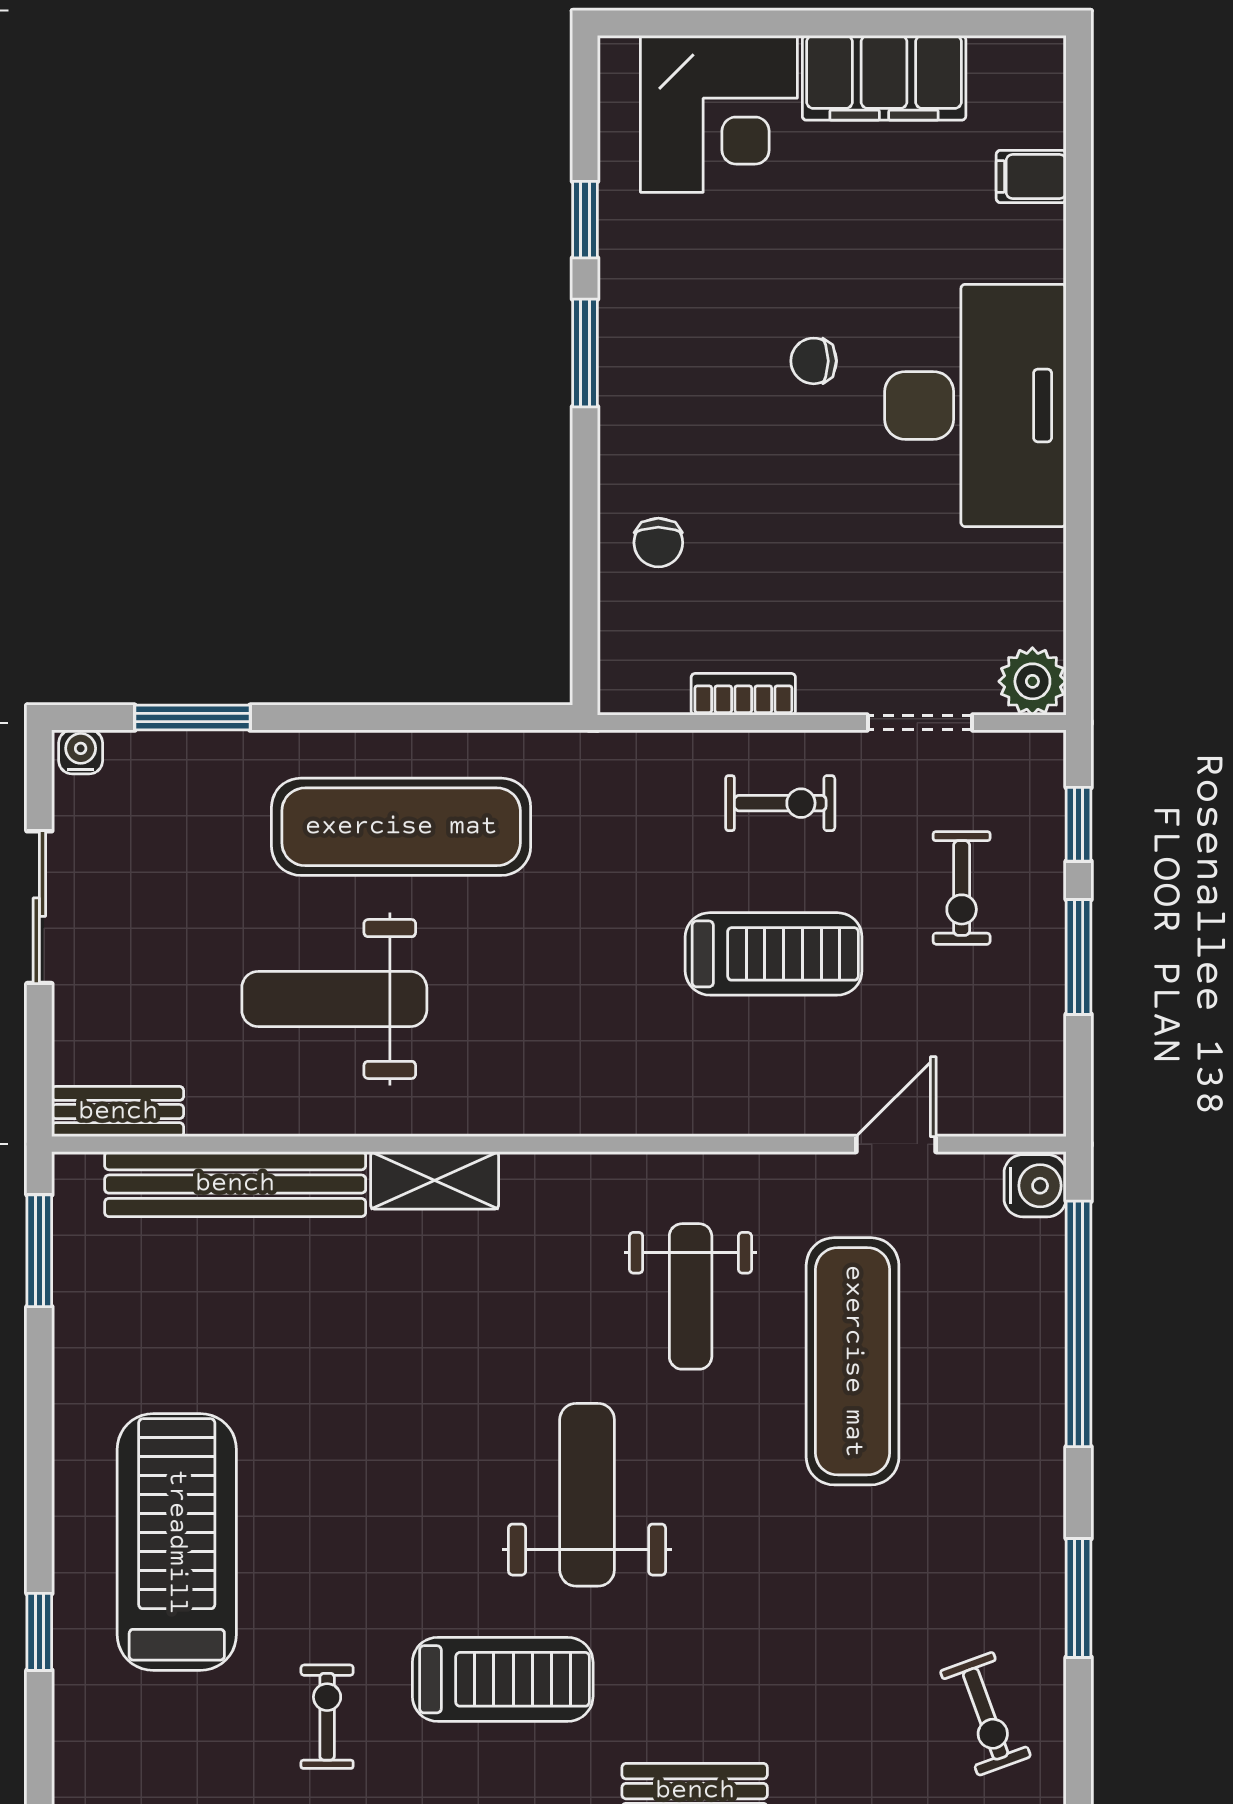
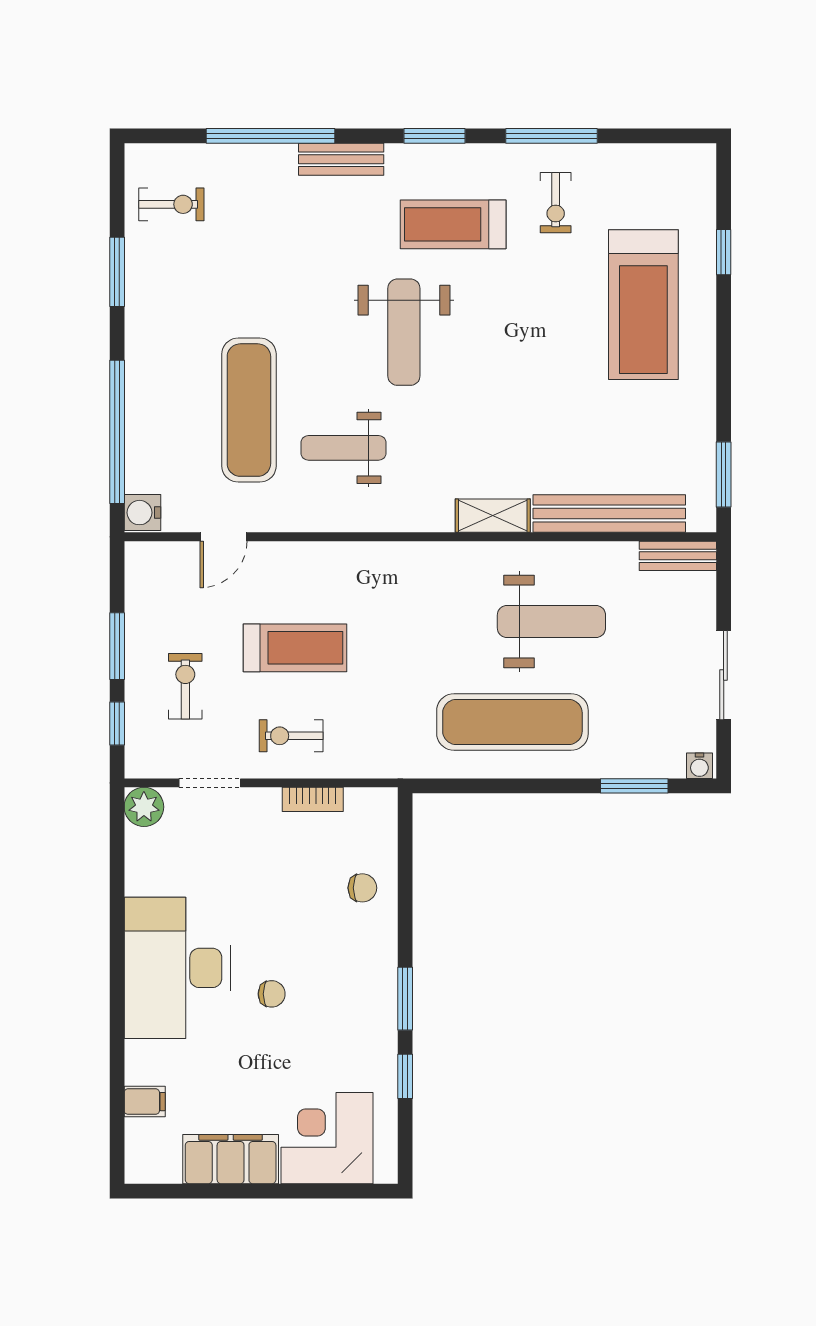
chair: (658, 543) -> (362, 888), turned 90
treadmill: (774, 954) -> (295, 648), turned 180
weight bench: (691, 1296) -> (344, 448), turned -90
exercise bike: (986, 1714) -> (171, 204), turned 110

